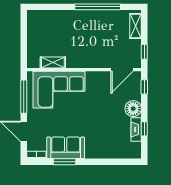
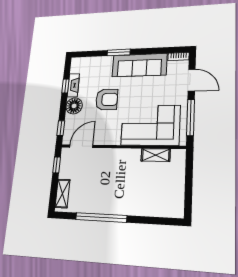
armchair: (102, 114) -> (107, 99), added
sofa: (66, 148) -> (139, 65), width x1.36
window: (65, 162) -> (119, 52), moved

